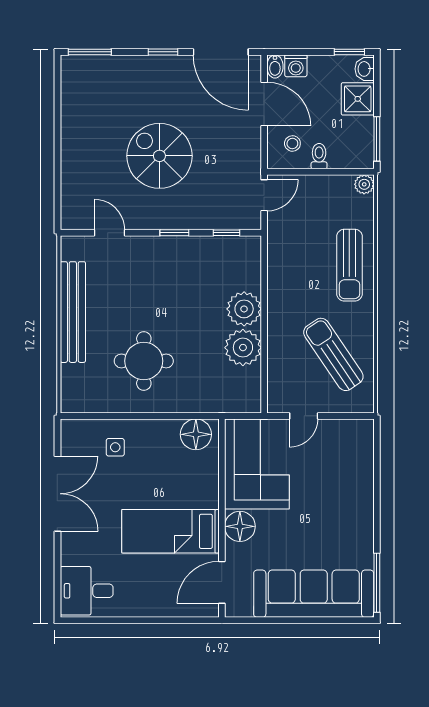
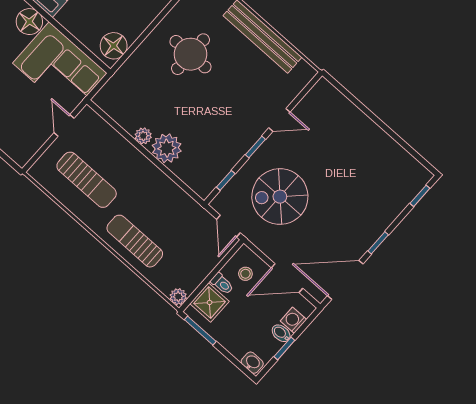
window: (90, 52) -> (420, 196), width x0.67
window: (349, 52) -> (284, 349), moved
bidet: (275, 66) -> (281, 333), moved
shower: (358, 99) -> (210, 302), moved
spiral stairs: (159, 156) -> (280, 197), moved, turned 180
door: (109, 233) -> (279, 120), moved
plant: (243, 348) -> (143, 136), width x0.53, depth x0.53
sun lounger: (333, 354) -> (87, 180), turned 34

